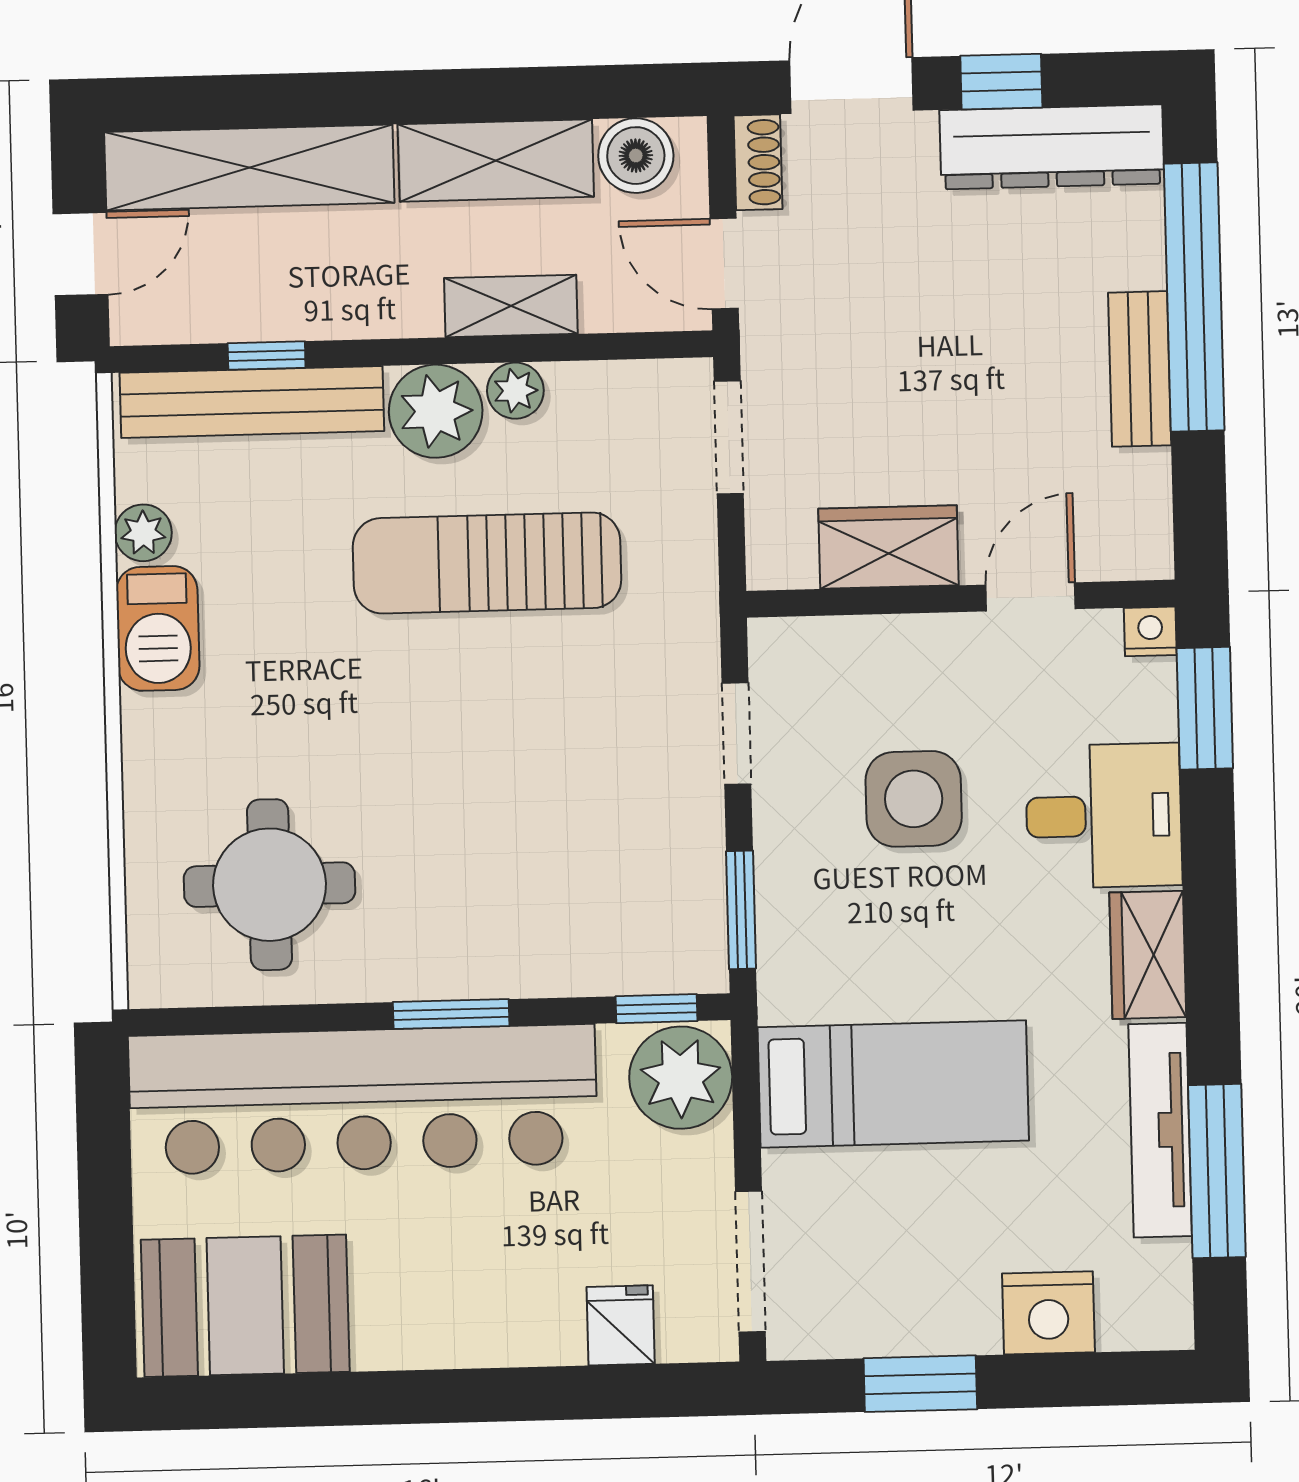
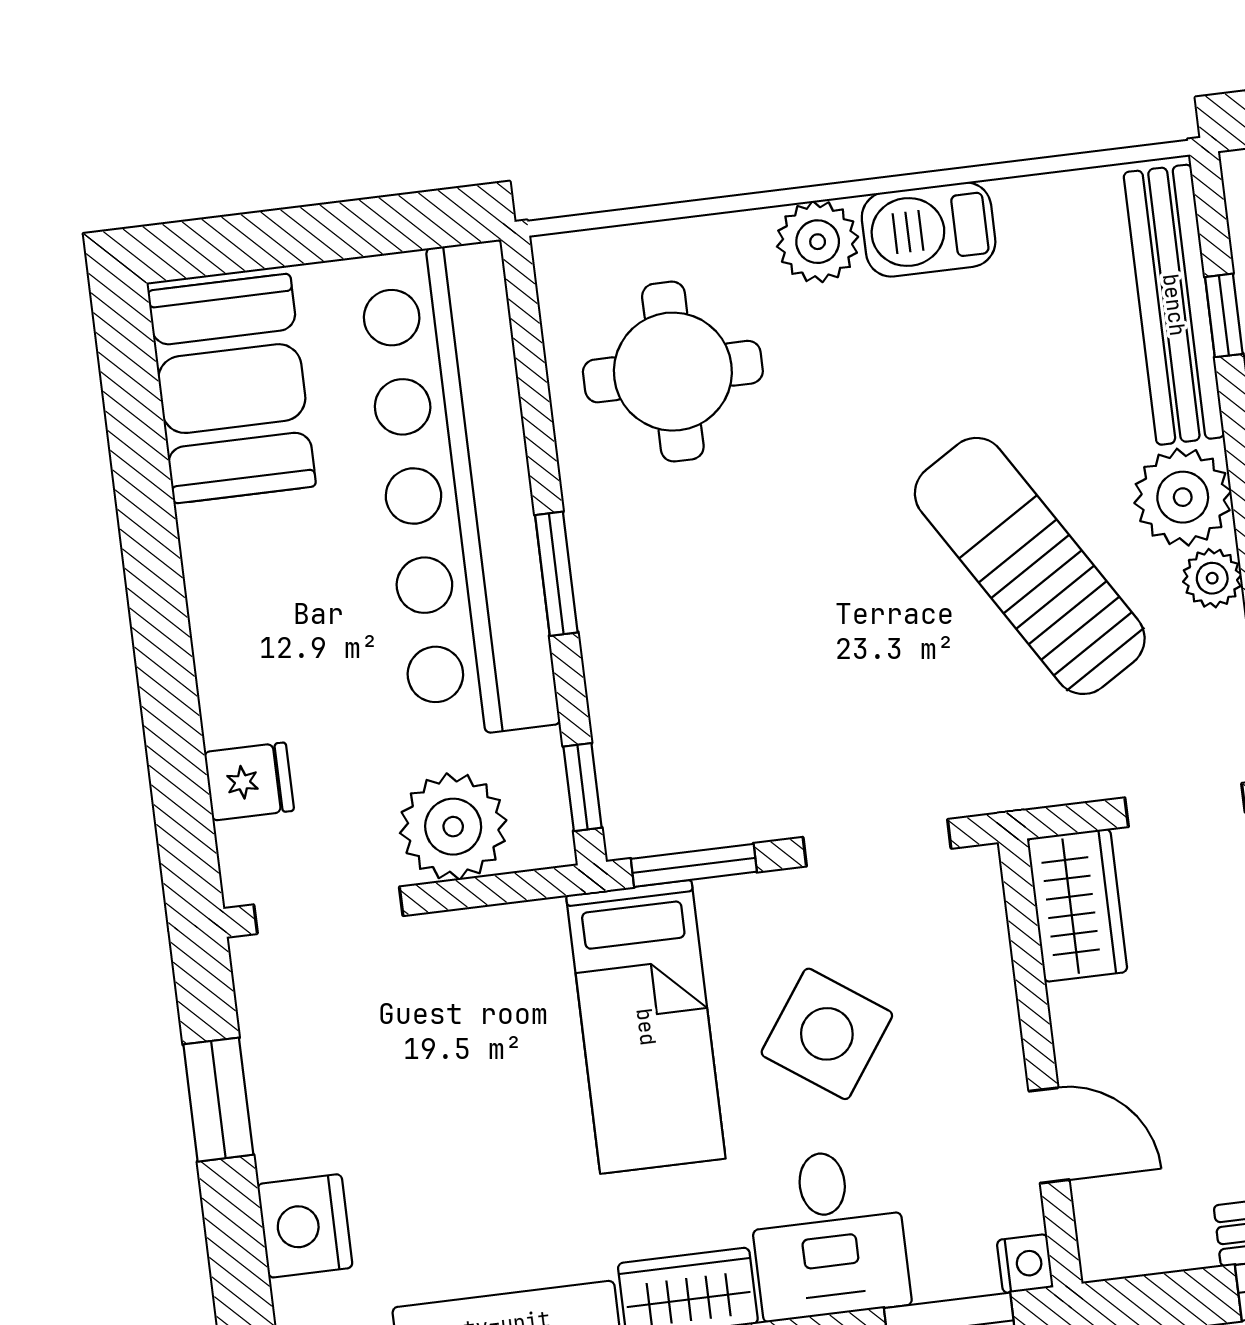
plant: (143, 533) -> (818, 242), moved, width x1.38, depth x1.38
wardrobe: (889, 547) -> (1077, 905), moved
sun lounger: (487, 563) -> (1030, 566), turned -32
doorway: (736, 734) -> (877, 843), width x1.38
side table: (914, 799) -> (827, 1034), turned 35
plant: (681, 1078) -> (453, 827), moved
bed: (893, 1084) -> (646, 1027), moved

